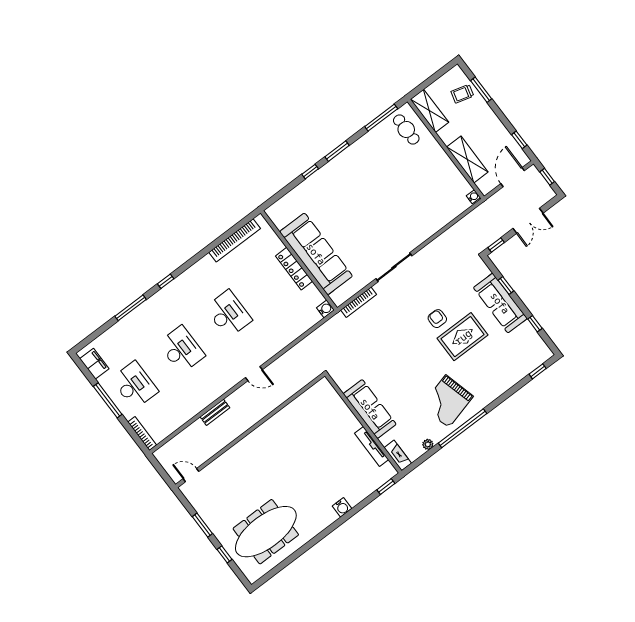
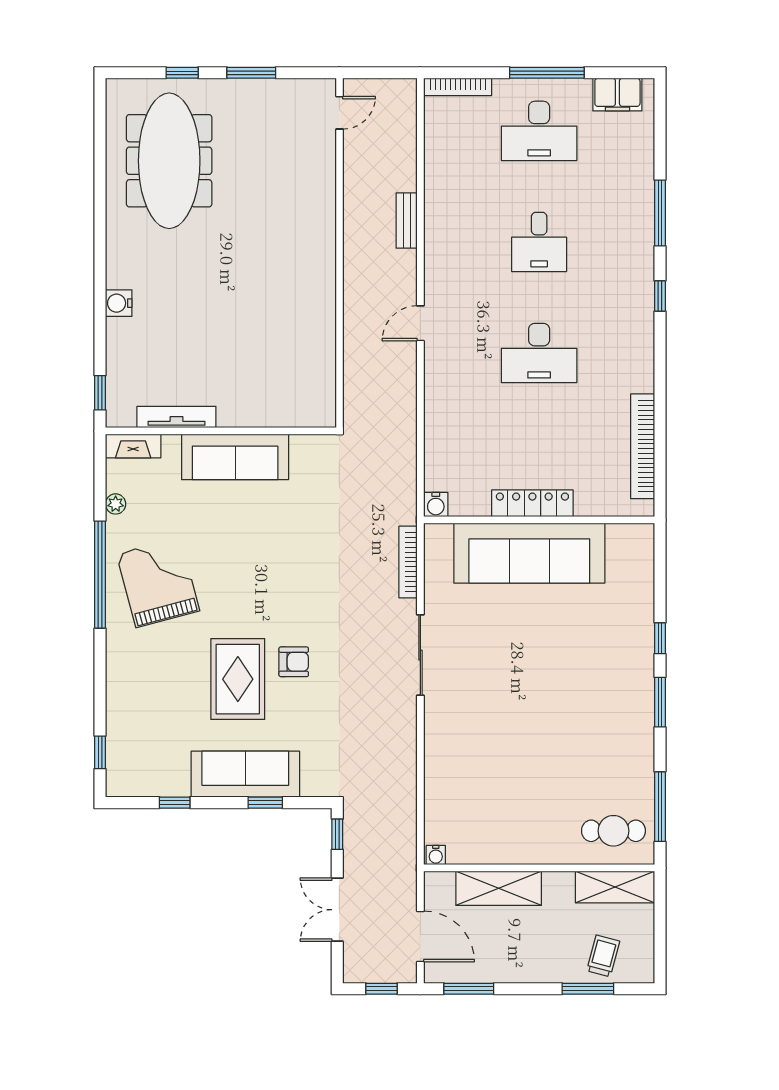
window: (519, 140) -> (469, 989), width x1.50
desk: (182, 350) -> (539, 242), width x0.73

